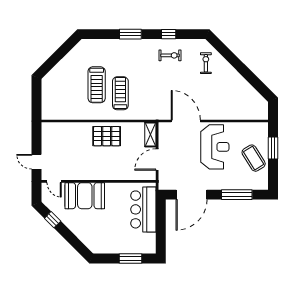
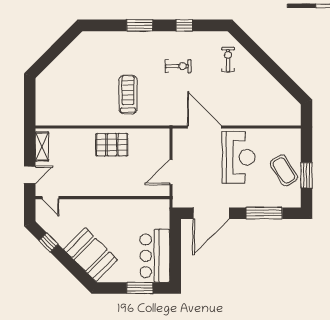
exercise bike: (170, 55) -> (178, 66), moved
treadmill: (97, 85) -> (100, 85), removed
shelving: (150, 135) -> (42, 146), moved
window: (273, 148) -> (307, 175), moved
door: (37, 162) -> (30, 175), swing flipped
booth: (85, 196) -> (90, 255), moved, turned 45
bar counter: (143, 209) -> (155, 256), moved

